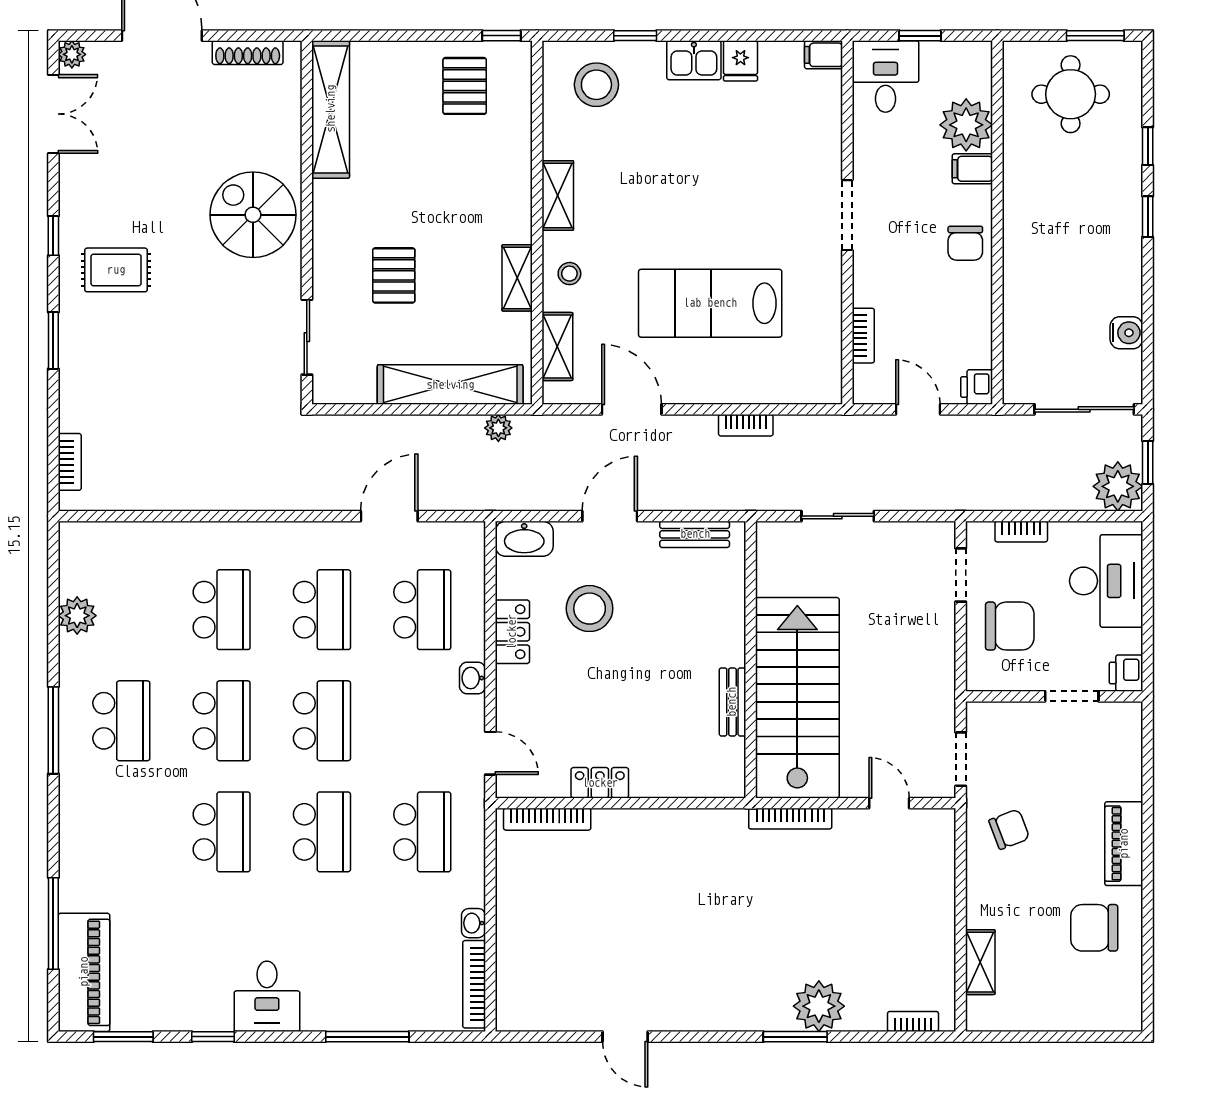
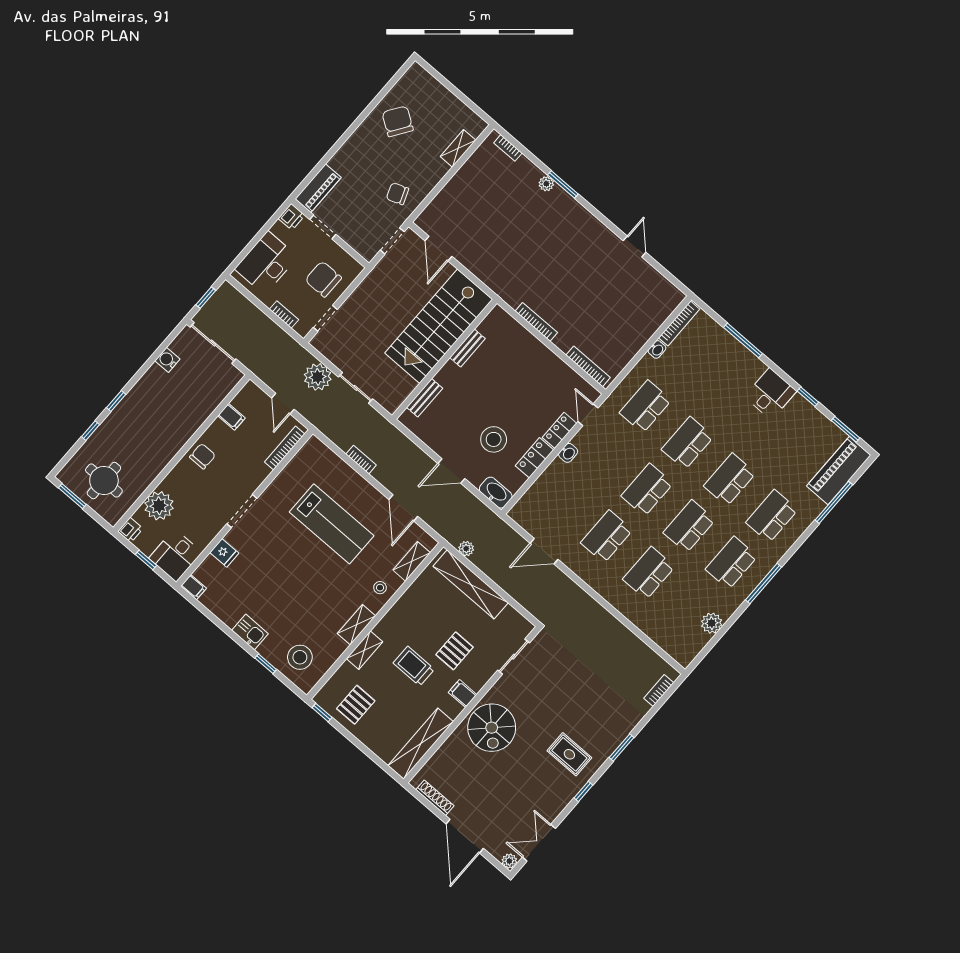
fridge: (740, 61) -> (224, 553), moved, turned 90
filing cabinet: (972, 169) -> (231, 417), moved
trolley: (431, 207) -> (414, 666), added
filing cabinet: (333, 227) -> (463, 694), added
shelving: (517, 278) -> (364, 650), moved
bookcase: (863, 336) -> (285, 448), width x1.56
printer: (977, 387) -> (130, 530), moved
plant: (1118, 486) -> (318, 377), moved
bench: (695, 534) -> (425, 398), moved, turned 90
school desk: (422, 610) -> (772, 516), moved
locker: (600, 783) -> (560, 430), moved, turned 90
door: (889, 803) -> (438, 249), width x1.38
bookcase: (790, 819) -> (536, 322), moved
piano: (1124, 844) -> (318, 188), moved
chair: (1094, 928) -> (398, 121), turned -146
plant: (819, 1006) -> (546, 184), width x0.53, depth x0.53

